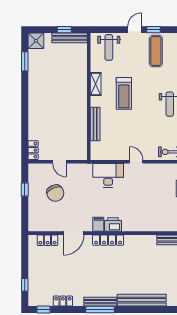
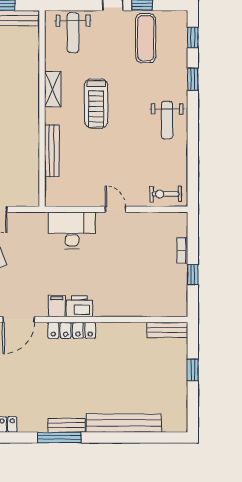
bench: (100, 302) -> (66, 425), width x0.73

